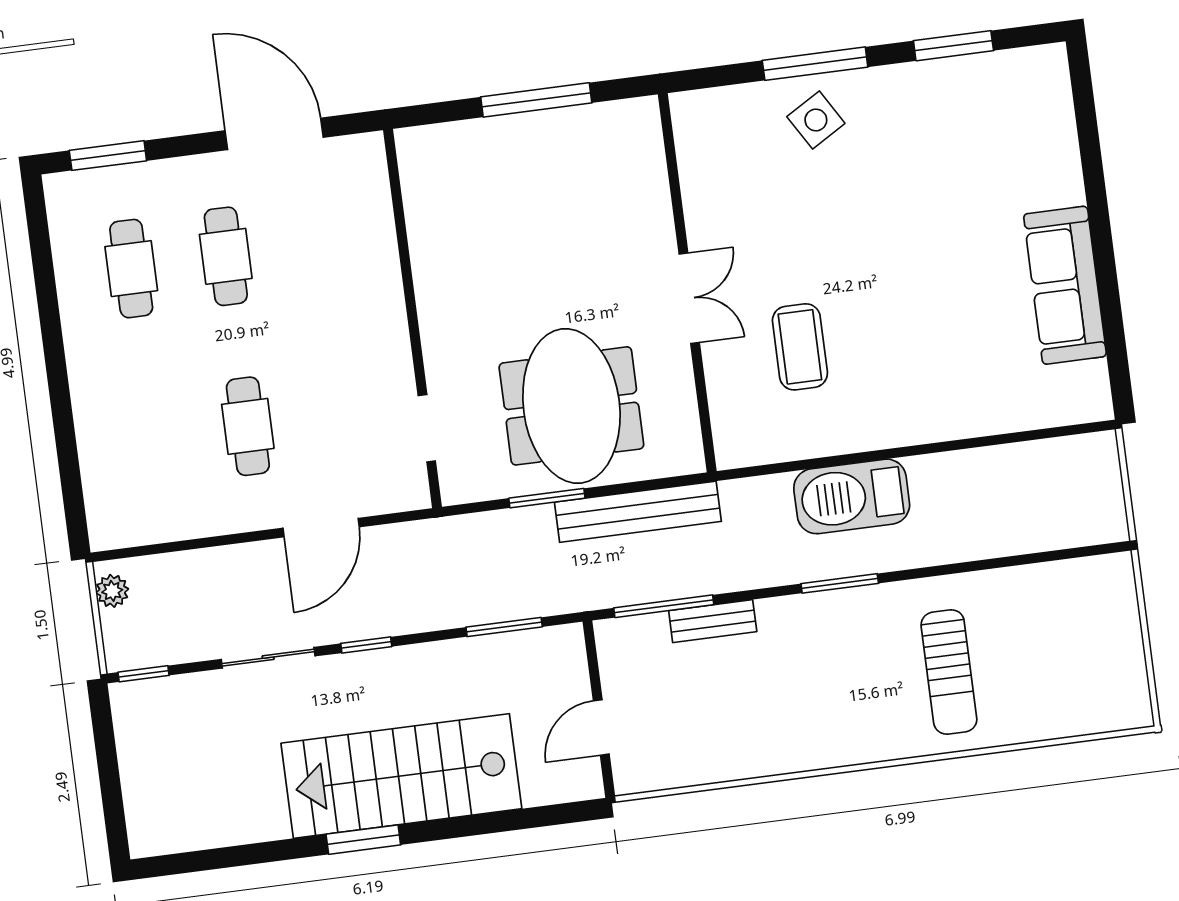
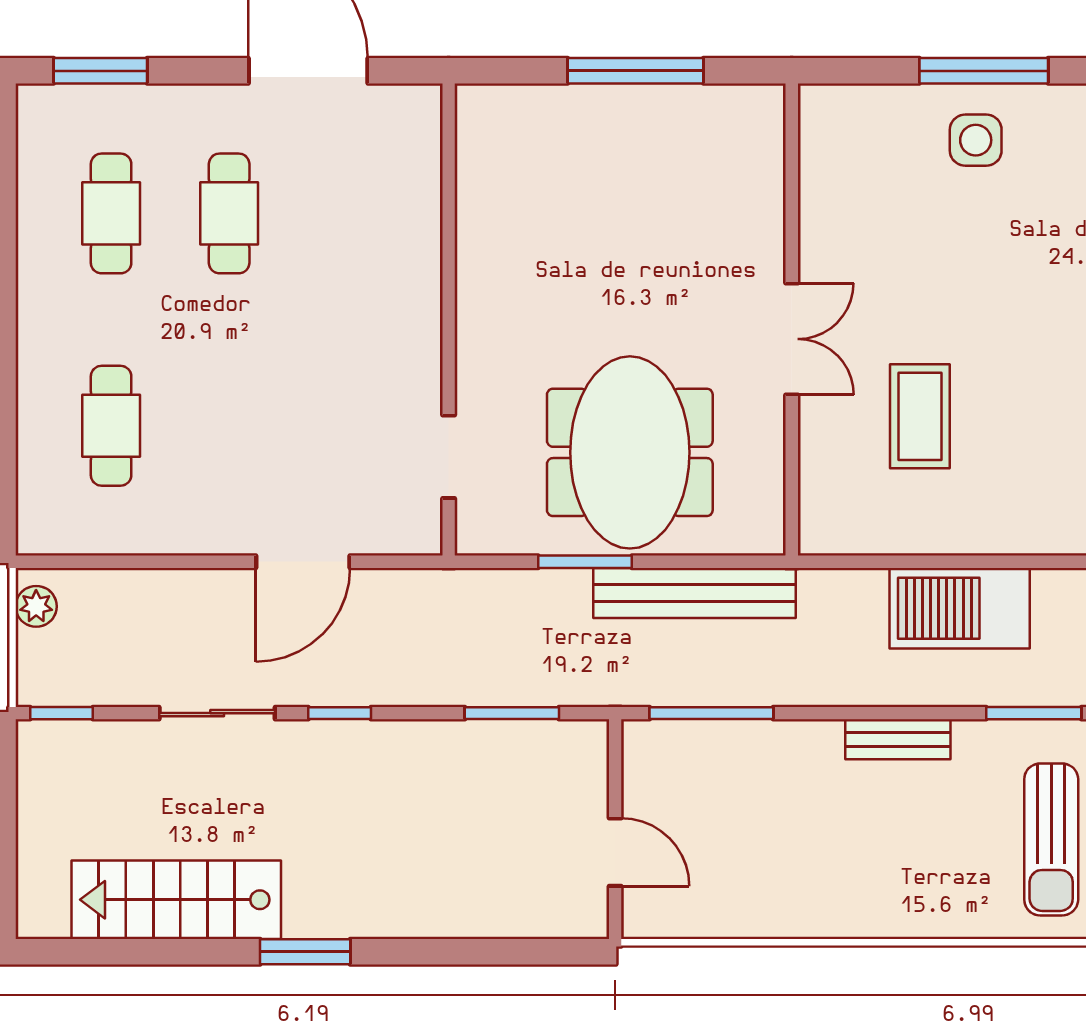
side table: (816, 120) -> (976, 140), turned 31
cafe table: (248, 426) -> (111, 426), moved
window: (840, 583) -> (1034, 713), moved
bench: (713, 621) -> (898, 739), moved
door: (601, 727) -> (615, 852), swing flipped
stairs: (401, 776) -> (176, 900), moved, width x0.73, depth x0.66

